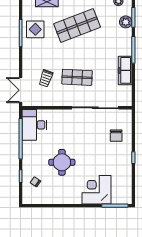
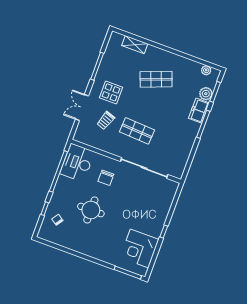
shop shelf: (77, 25) -> (156, 79), width x0.70, depth x0.74
display table: (35, 29) -> (111, 92), moved
freezer: (125, 70) -> (199, 111), moved, width x0.71
double door: (21, 90) -> (82, 107), moved
chair: (116, 136) -> (106, 178), moved
corner desk: (97, 190) -> (139, 249), moved, turned -90

